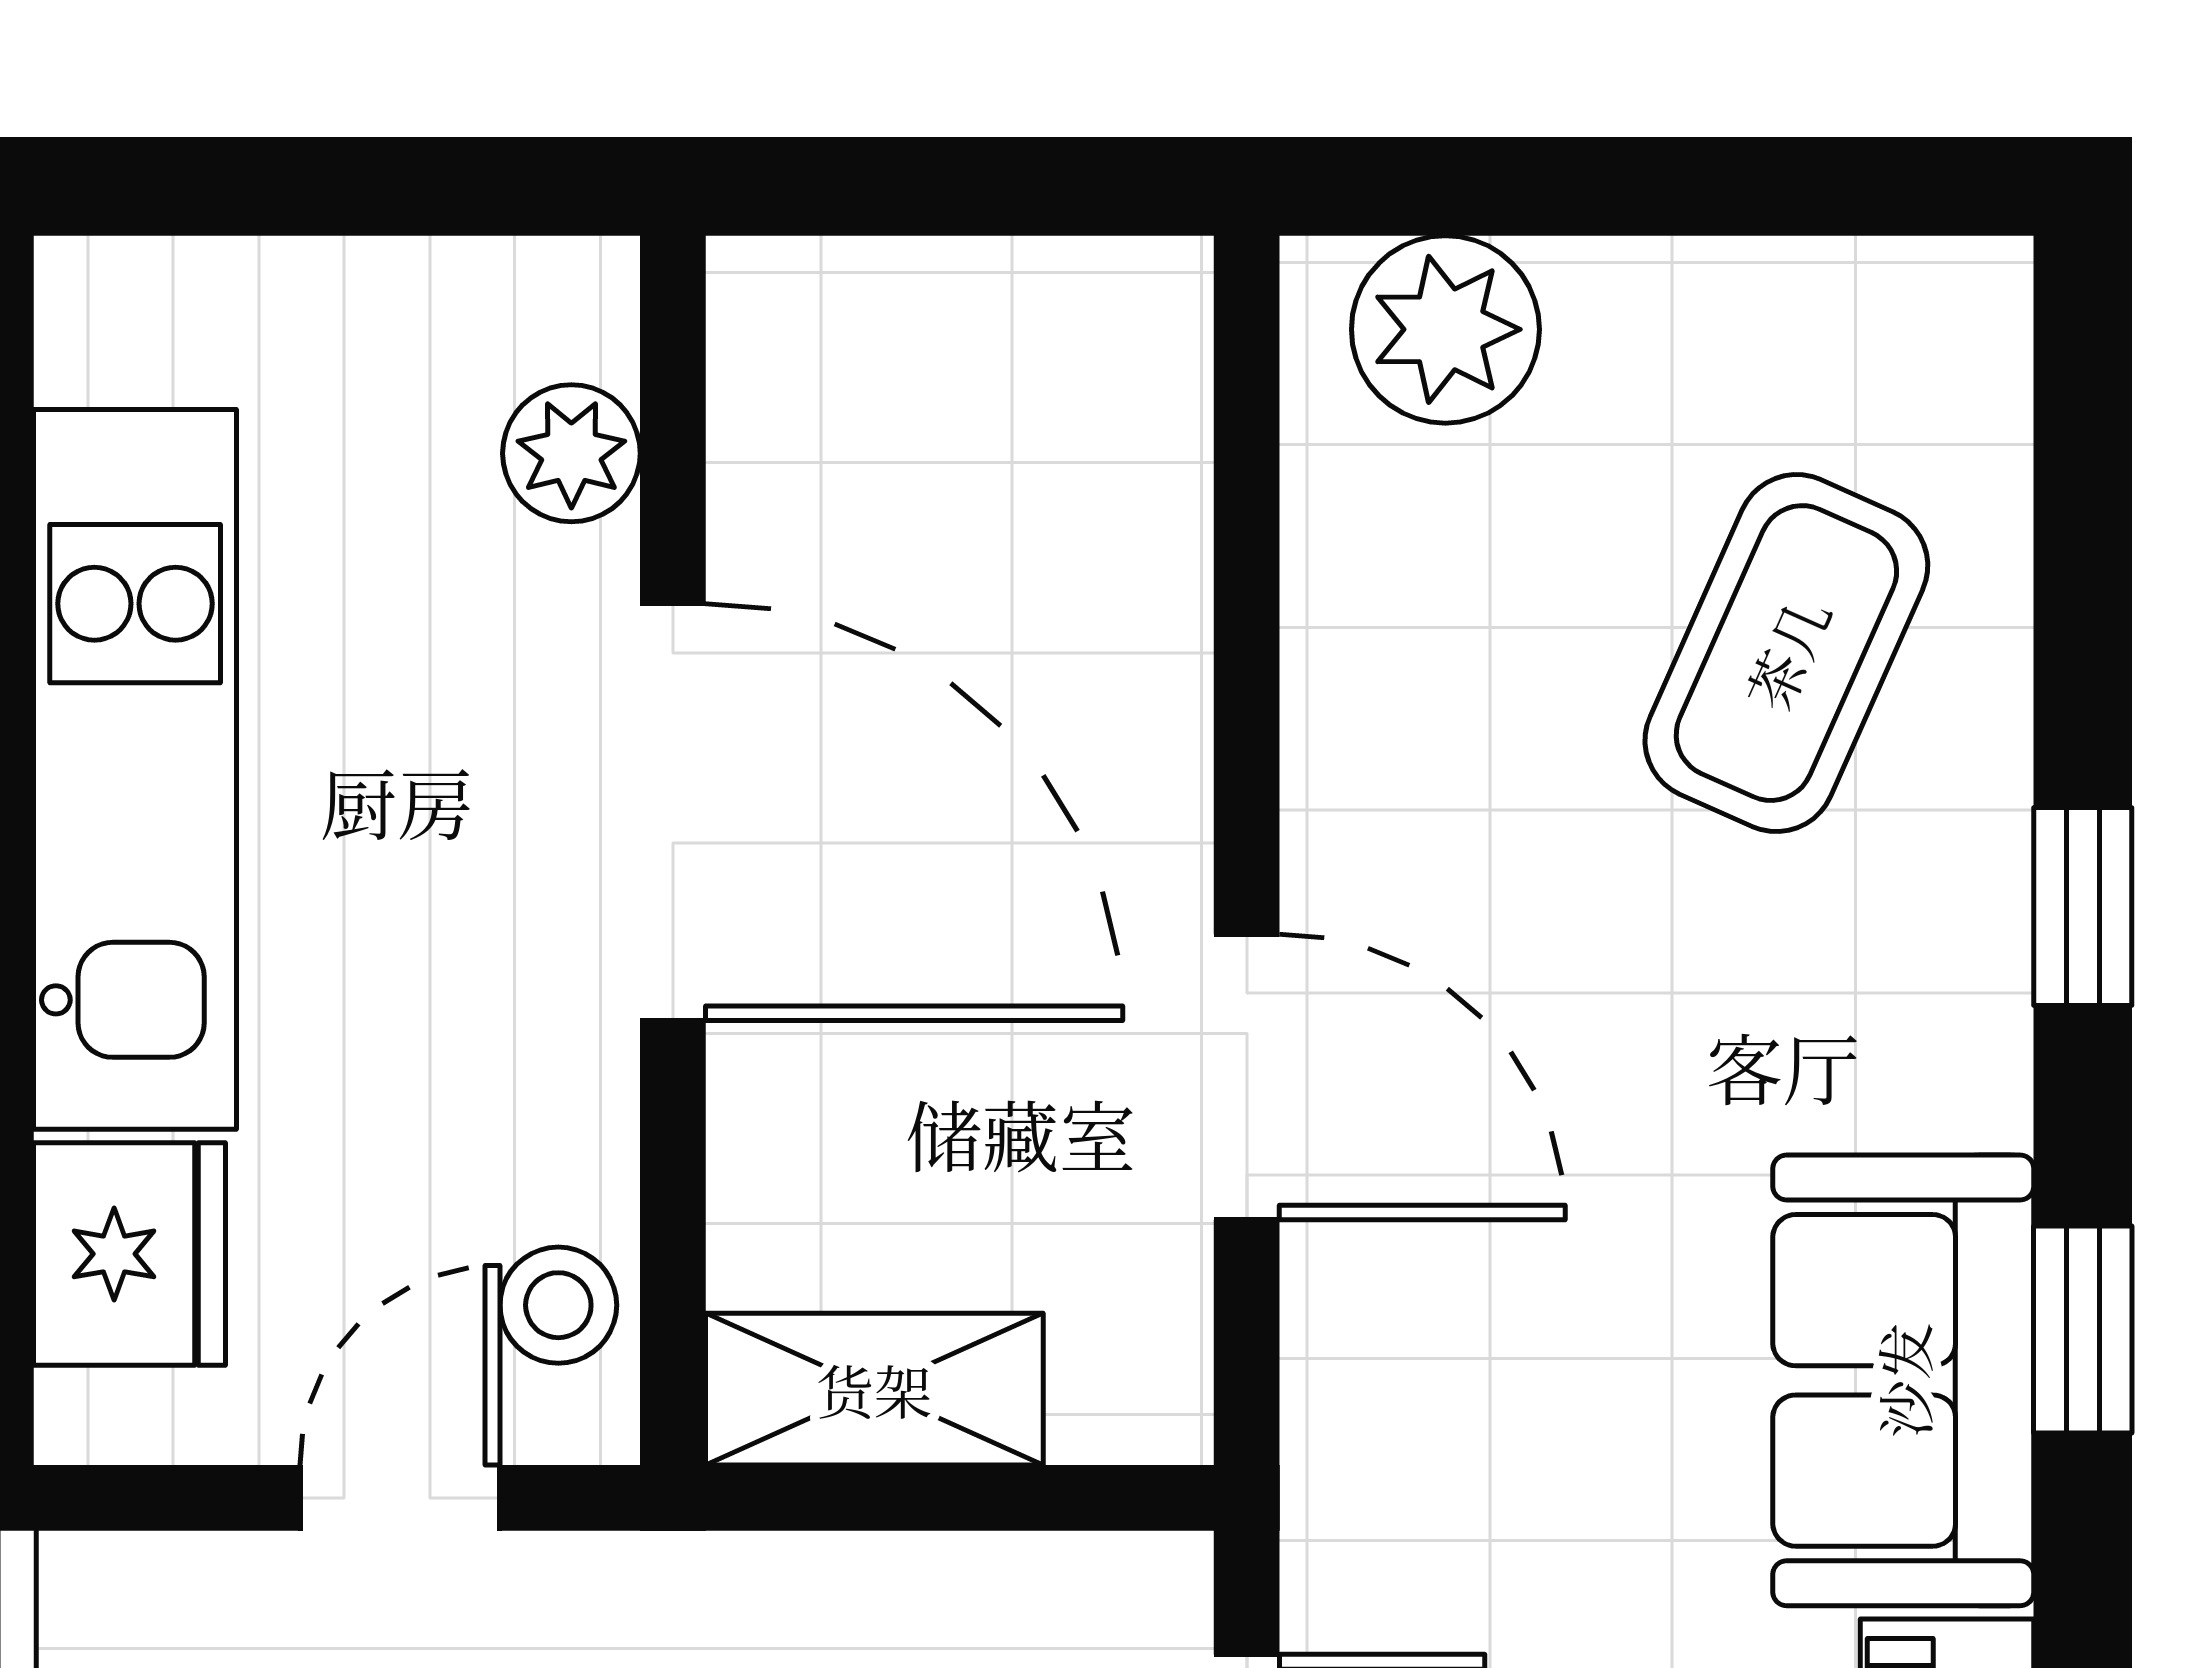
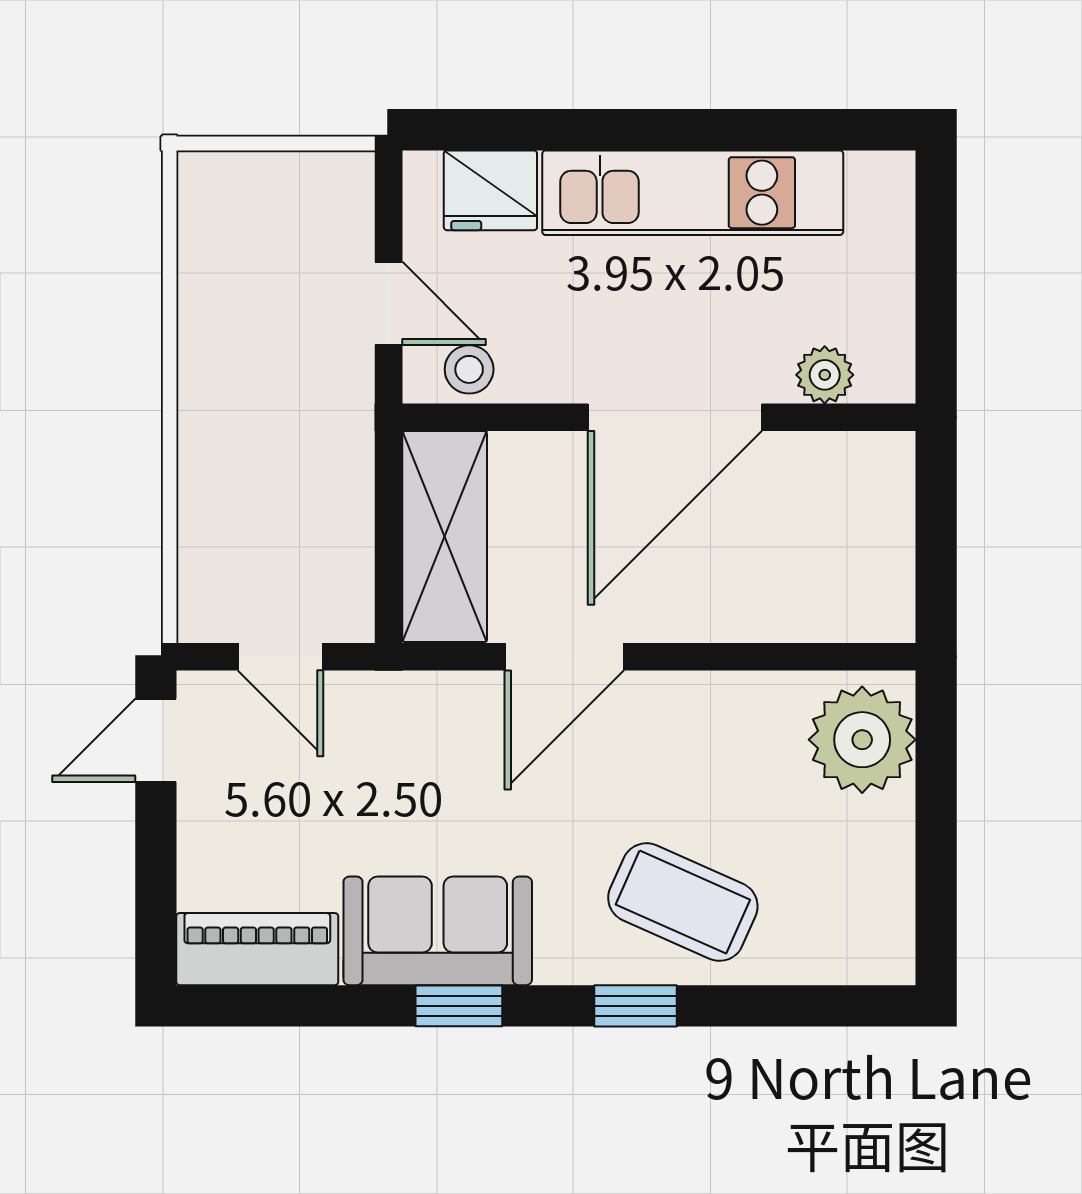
plant: (1445, 329) -> (862, 740), width x1.36, depth x1.36
coffee table: (1786, 653) -> (683, 902), moved
shelving: (874, 1389) -> (445, 537), width x1.50, depth x1.33

